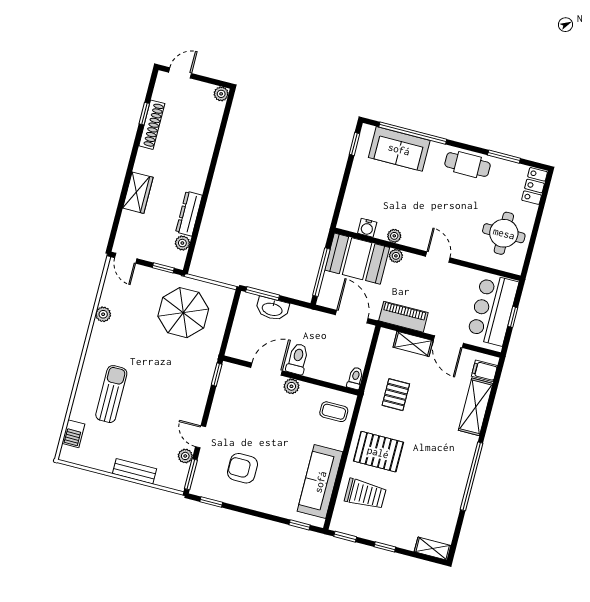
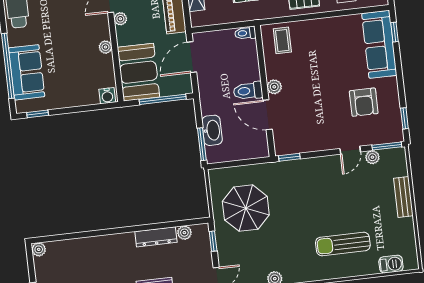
water cooler: (367, 228) -> (107, 96), moved, turned 90
plant: (396, 256) -> (120, 19), moved
sofa: (320, 482) -> (379, 44), moved, turned 90

